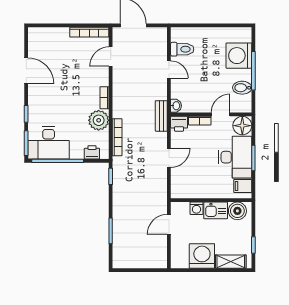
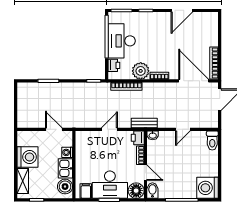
toilet: (182, 49) -> (212, 141), moved
washing machine: (239, 56) -> (208, 188), moved, turned -90
door: (111, 57) -> (194, 81), width x1.87
bidet: (242, 88) -> (152, 191), moved
desk: (49, 143) -> (122, 41), moved
door: (169, 158) -> (109, 129), swing flipped

